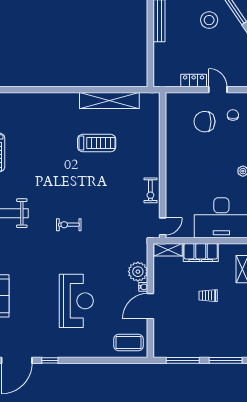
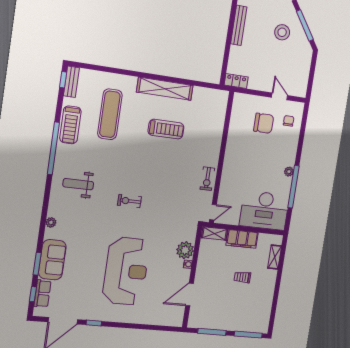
locker: (194, 81) -> (236, 81), moved
shelving: (109, 101) -> (165, 89), moved
chair: (204, 122) -> (264, 123), turned 180
exercise mat: (35, 136) -> (110, 114), added
reception desk: (76, 301) -> (126, 271), width x1.36, depth x1.30
door: (150, 306) -> (189, 295), moved
coffee table: (128, 342) -> (167, 312), removed

